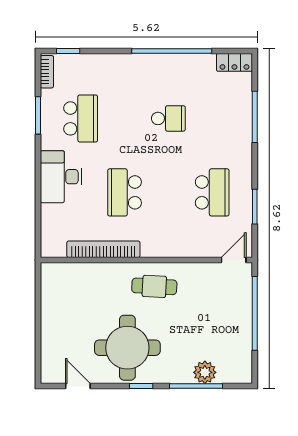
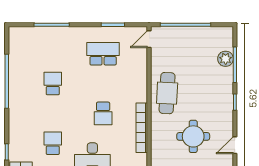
locker: (234, 62) -> (15, 39), removed
school desk: (81, 118) -> (53, 143), width x0.54
school desk: (125, 192) -> (103, 113), width x0.54
door: (234, 260) -> (149, 39), hinge flipped
cafe table: (154, 286) -> (167, 93), width x1.37, depth x1.35
round table: (127, 348) -> (193, 136), moved, width x0.73, depth x0.73

